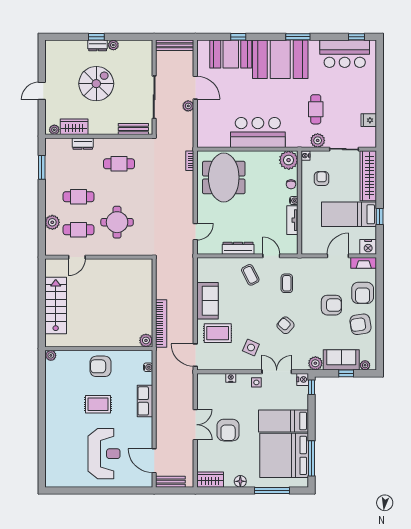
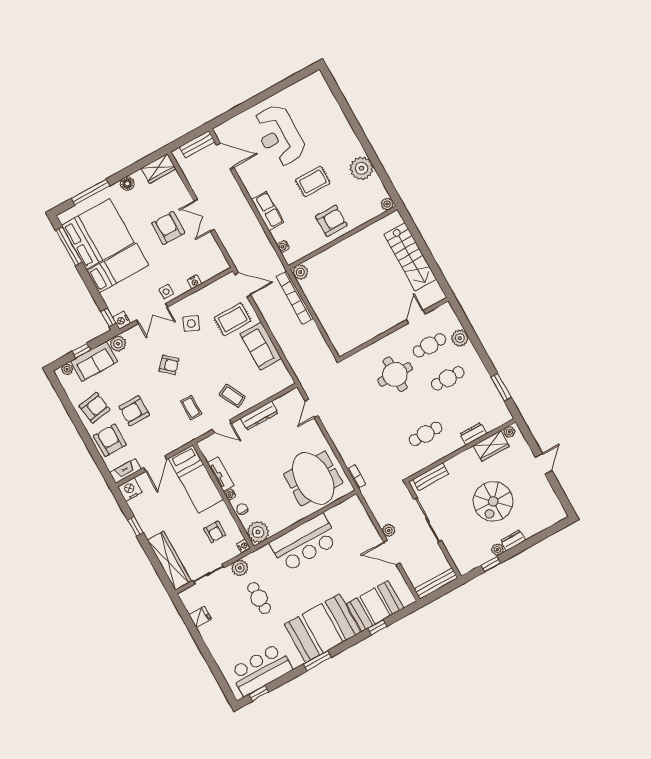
window: (96, 37) -> (491, 564), moved
bed: (349, 214) -> (196, 479), moved, turned 90
plant: (55, 394) -> (362, 168), added

